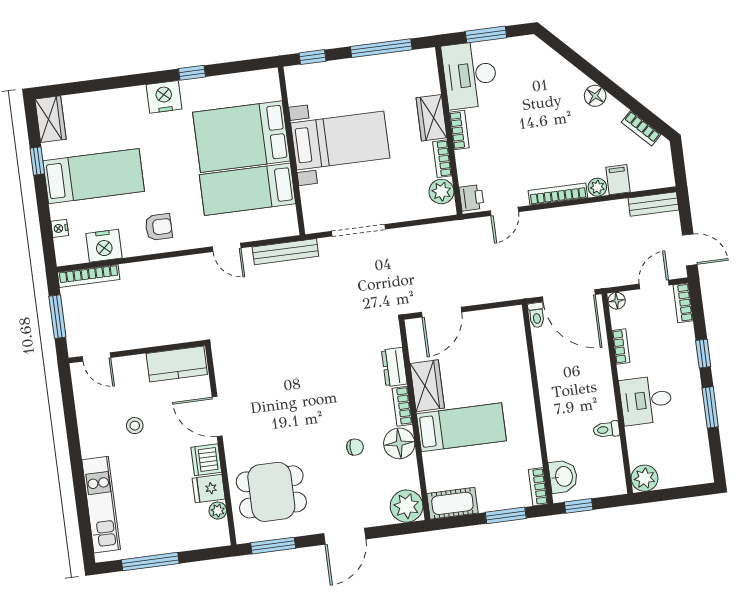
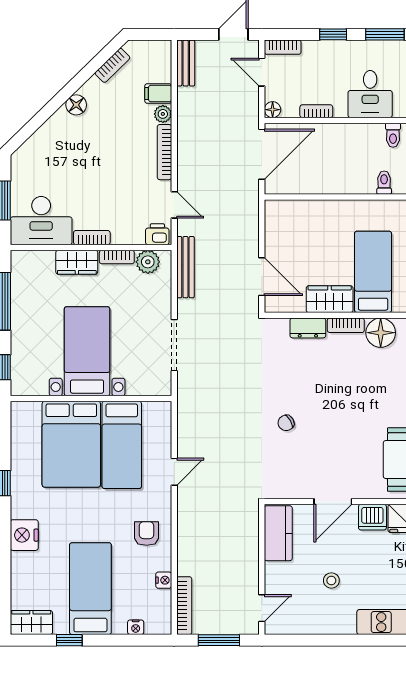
nightstand: (164, 97) -> (24, 535), moved
nightstand: (104, 246) -> (164, 580), width x0.53, depth x0.56
bench: (285, 252) -> (185, 267), moved
toilet: (536, 315) -> (384, 183), moved, turned -90
chair: (355, 447) -> (286, 423), moved, turned -120

